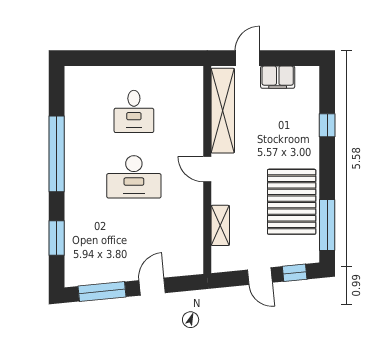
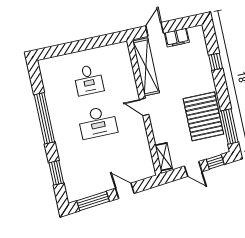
shelving: (220, 225) -> (164, 157), moved
door: (152, 287) -> (125, 191), hinge flipped

